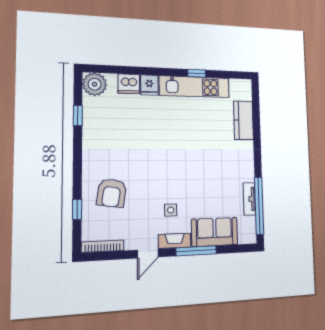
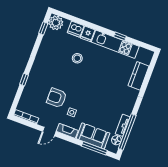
window: (78, 116) -> (43, 28), moved
stool: (148, 126) -> (77, 58), added
armchair: (112, 193) -> (57, 98), moved, turned 82
window: (77, 209) -> (24, 80), moved
floor lamp: (249, 224) -> (116, 140), added
window: (196, 251) -> (94, 148), moved

